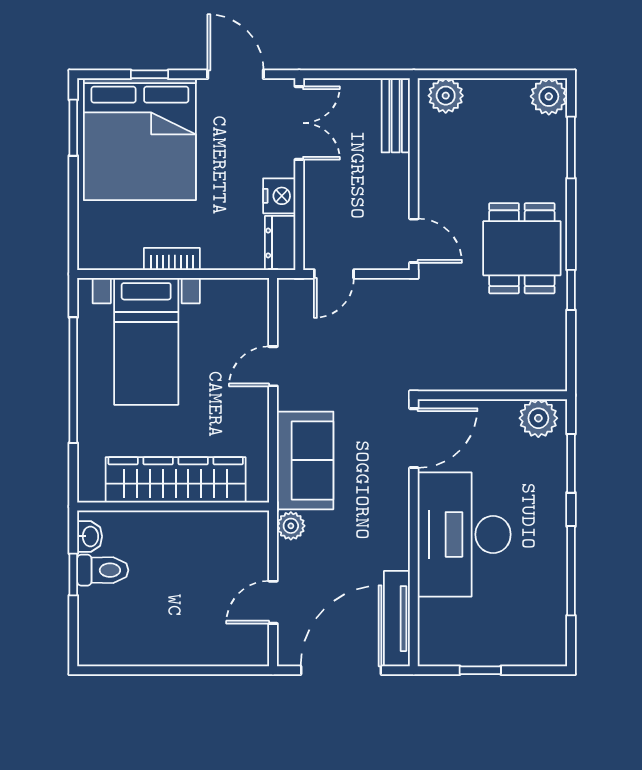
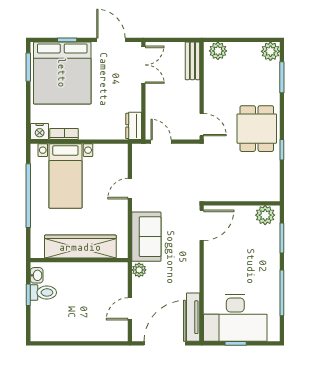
nightstand: (279, 196) -> (40, 131), moved, turned 90
bookcase: (172, 259) -> (64, 134), moved
door: (334, 274) -> (161, 142), swing flipped
desk: (464, 534) -> (235, 318), moved, turned -90

